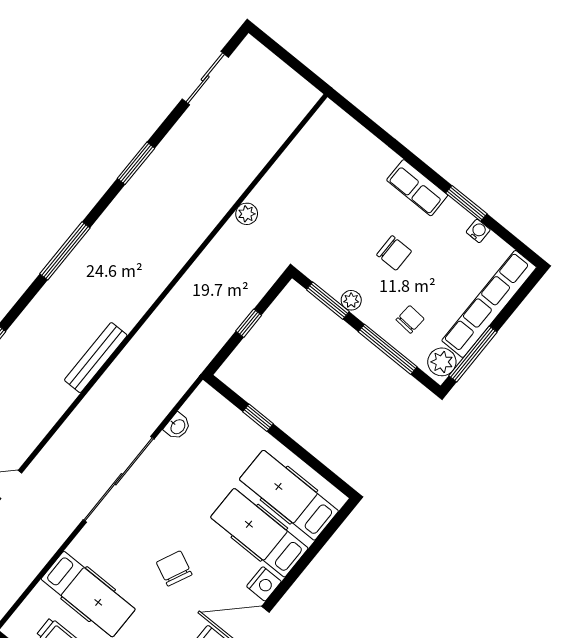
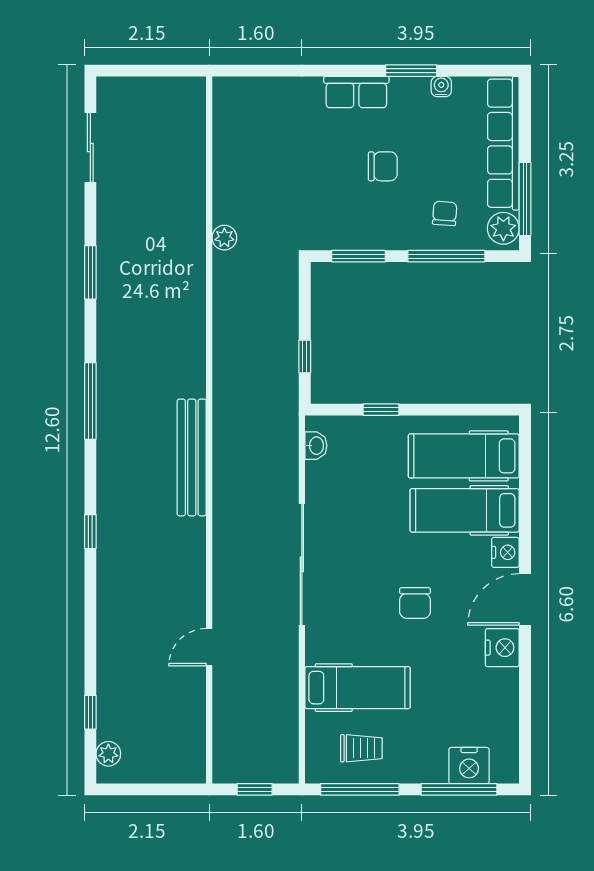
plant: (351, 300) -> (379, 239), removed
window: (249, 323) -> (305, 356), moved
bench: (96, 358) -> (192, 457), width x1.37, depth x1.21
washbasin: (177, 426) -> (316, 446), moved
chair: (174, 568) -> (415, 603), turned -115

